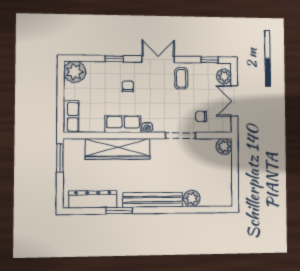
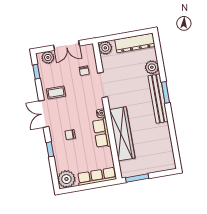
row of seats: (71, 117) -> (97, 176), width x1.48
dresser: (93, 199) -> (135, 43), moved, turned -90
window: (119, 211) -> (166, 92), moved

